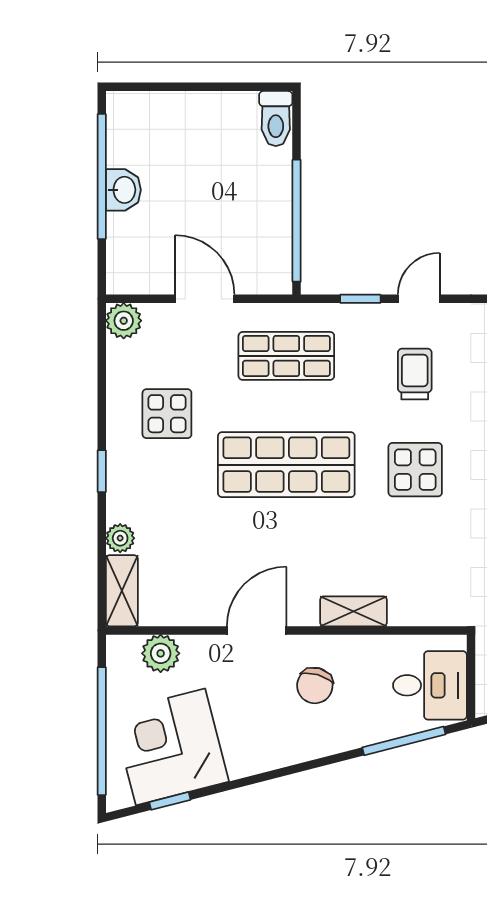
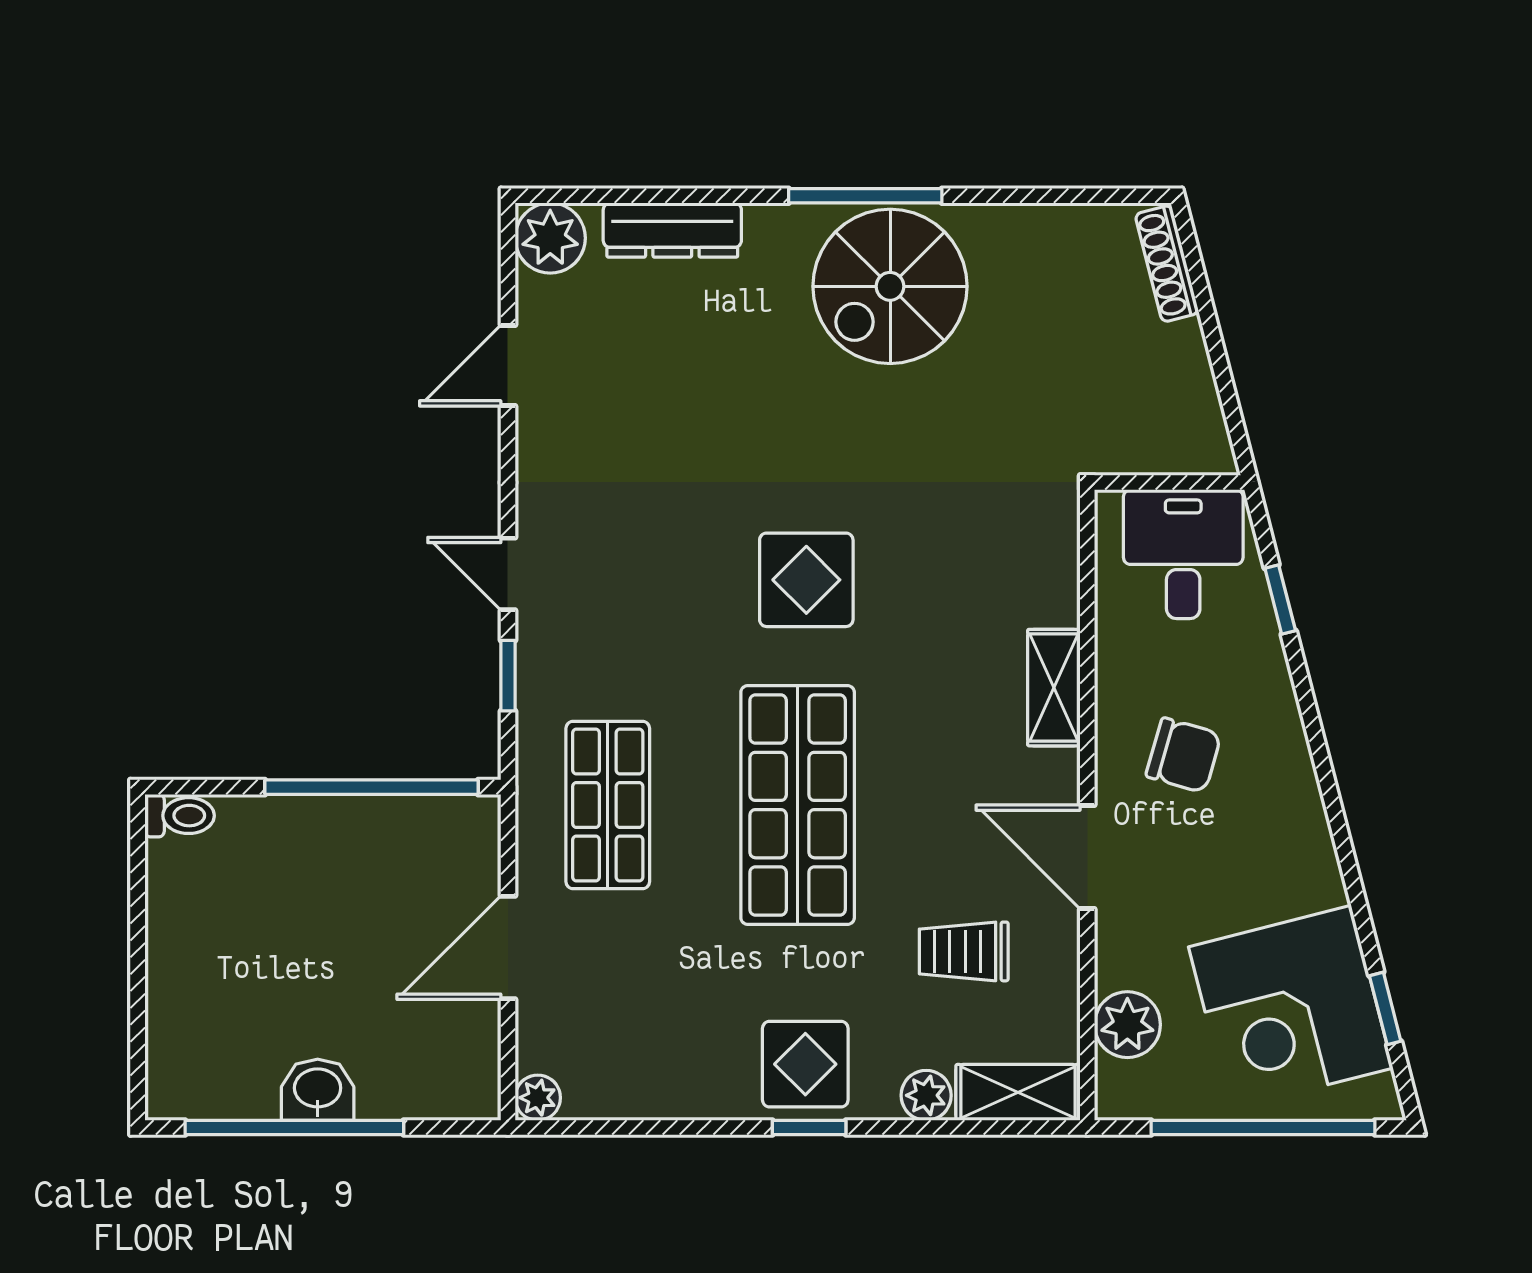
toilet: (276, 118) -> (180, 816), width x0.73, depth x0.72
plant: (124, 321) -> (538, 1098), width x0.73, depth x0.73
trolley: (415, 374) -> (964, 951), moved
display table: (167, 414) -> (805, 1064), moved
window: (404, 741) -> (1280, 600), width x0.46

